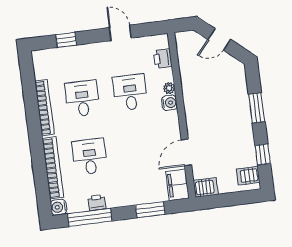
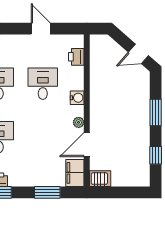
door: (219, 39) -> (138, 54), moved
plant: (169, 88) -> (79, 122), moved
server rack: (248, 176) -> (140, 173), removed

